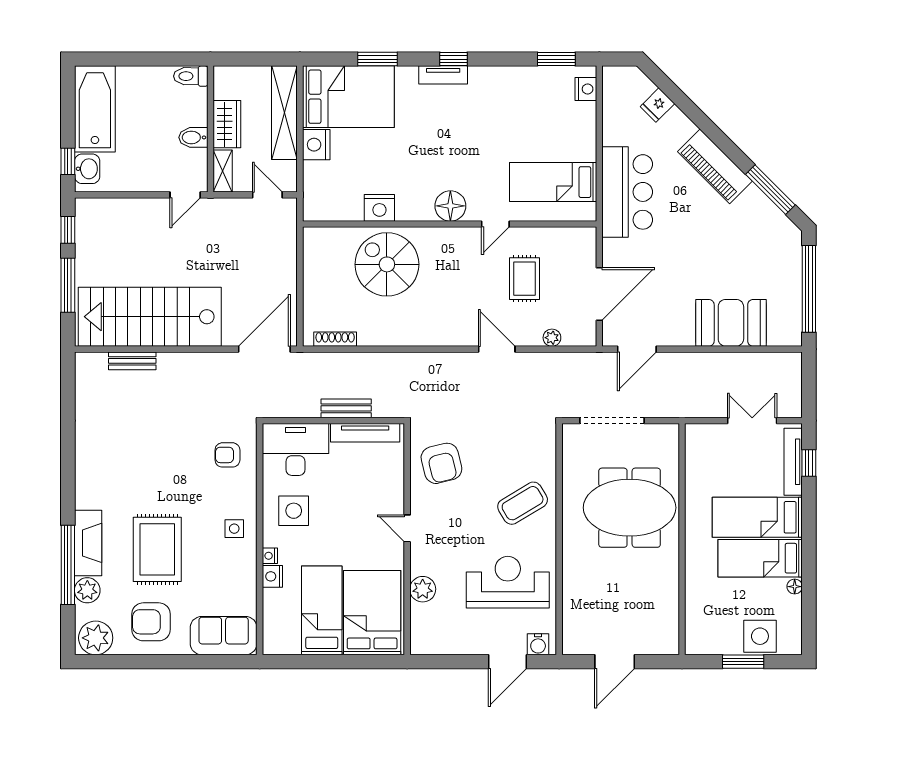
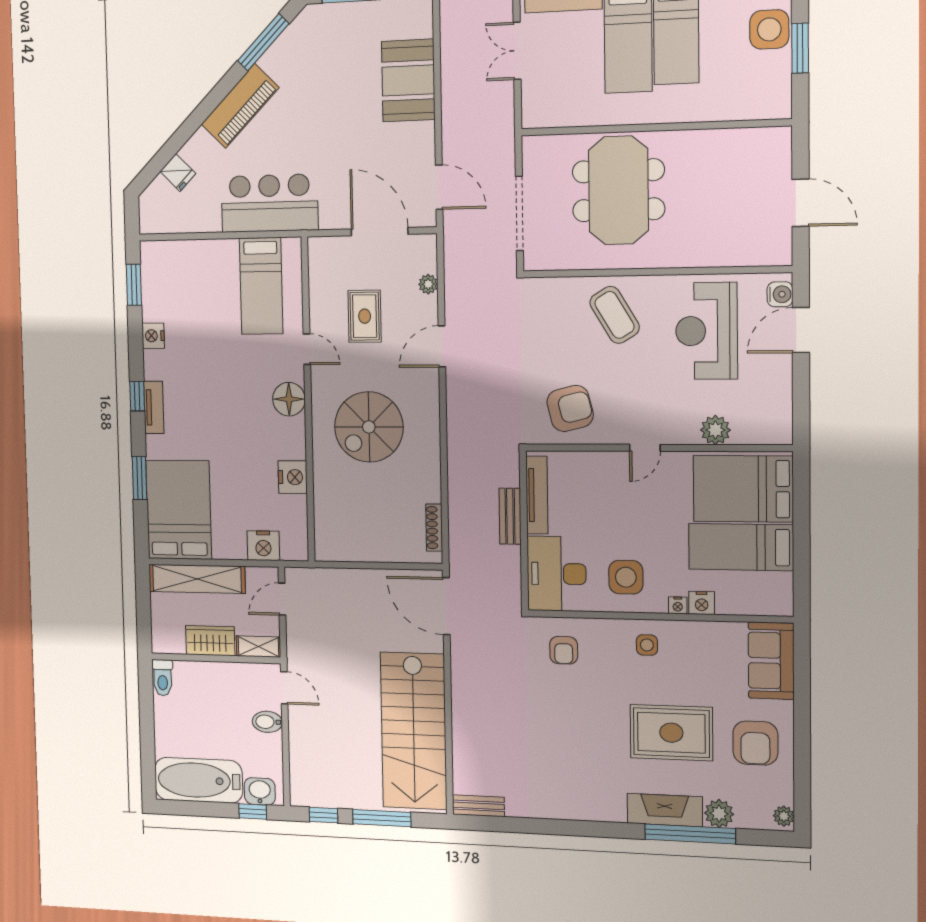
nightstand: (586, 89) -> (153, 336), moved, turned -90
bidet: (193, 137) -> (267, 722), moved, turned 90
nightstand: (316, 145) -> (263, 546), moved
spiral stairs: (387, 264) -> (369, 427), moved
rug: (524, 279) -> (365, 316), turned 90
bench: (132, 361) -> (478, 806), moved, turned 90
plant: (96, 638) -> (784, 816), width x0.53, depth x0.53
door: (508, 662) -> (801, 330), swing flipped

